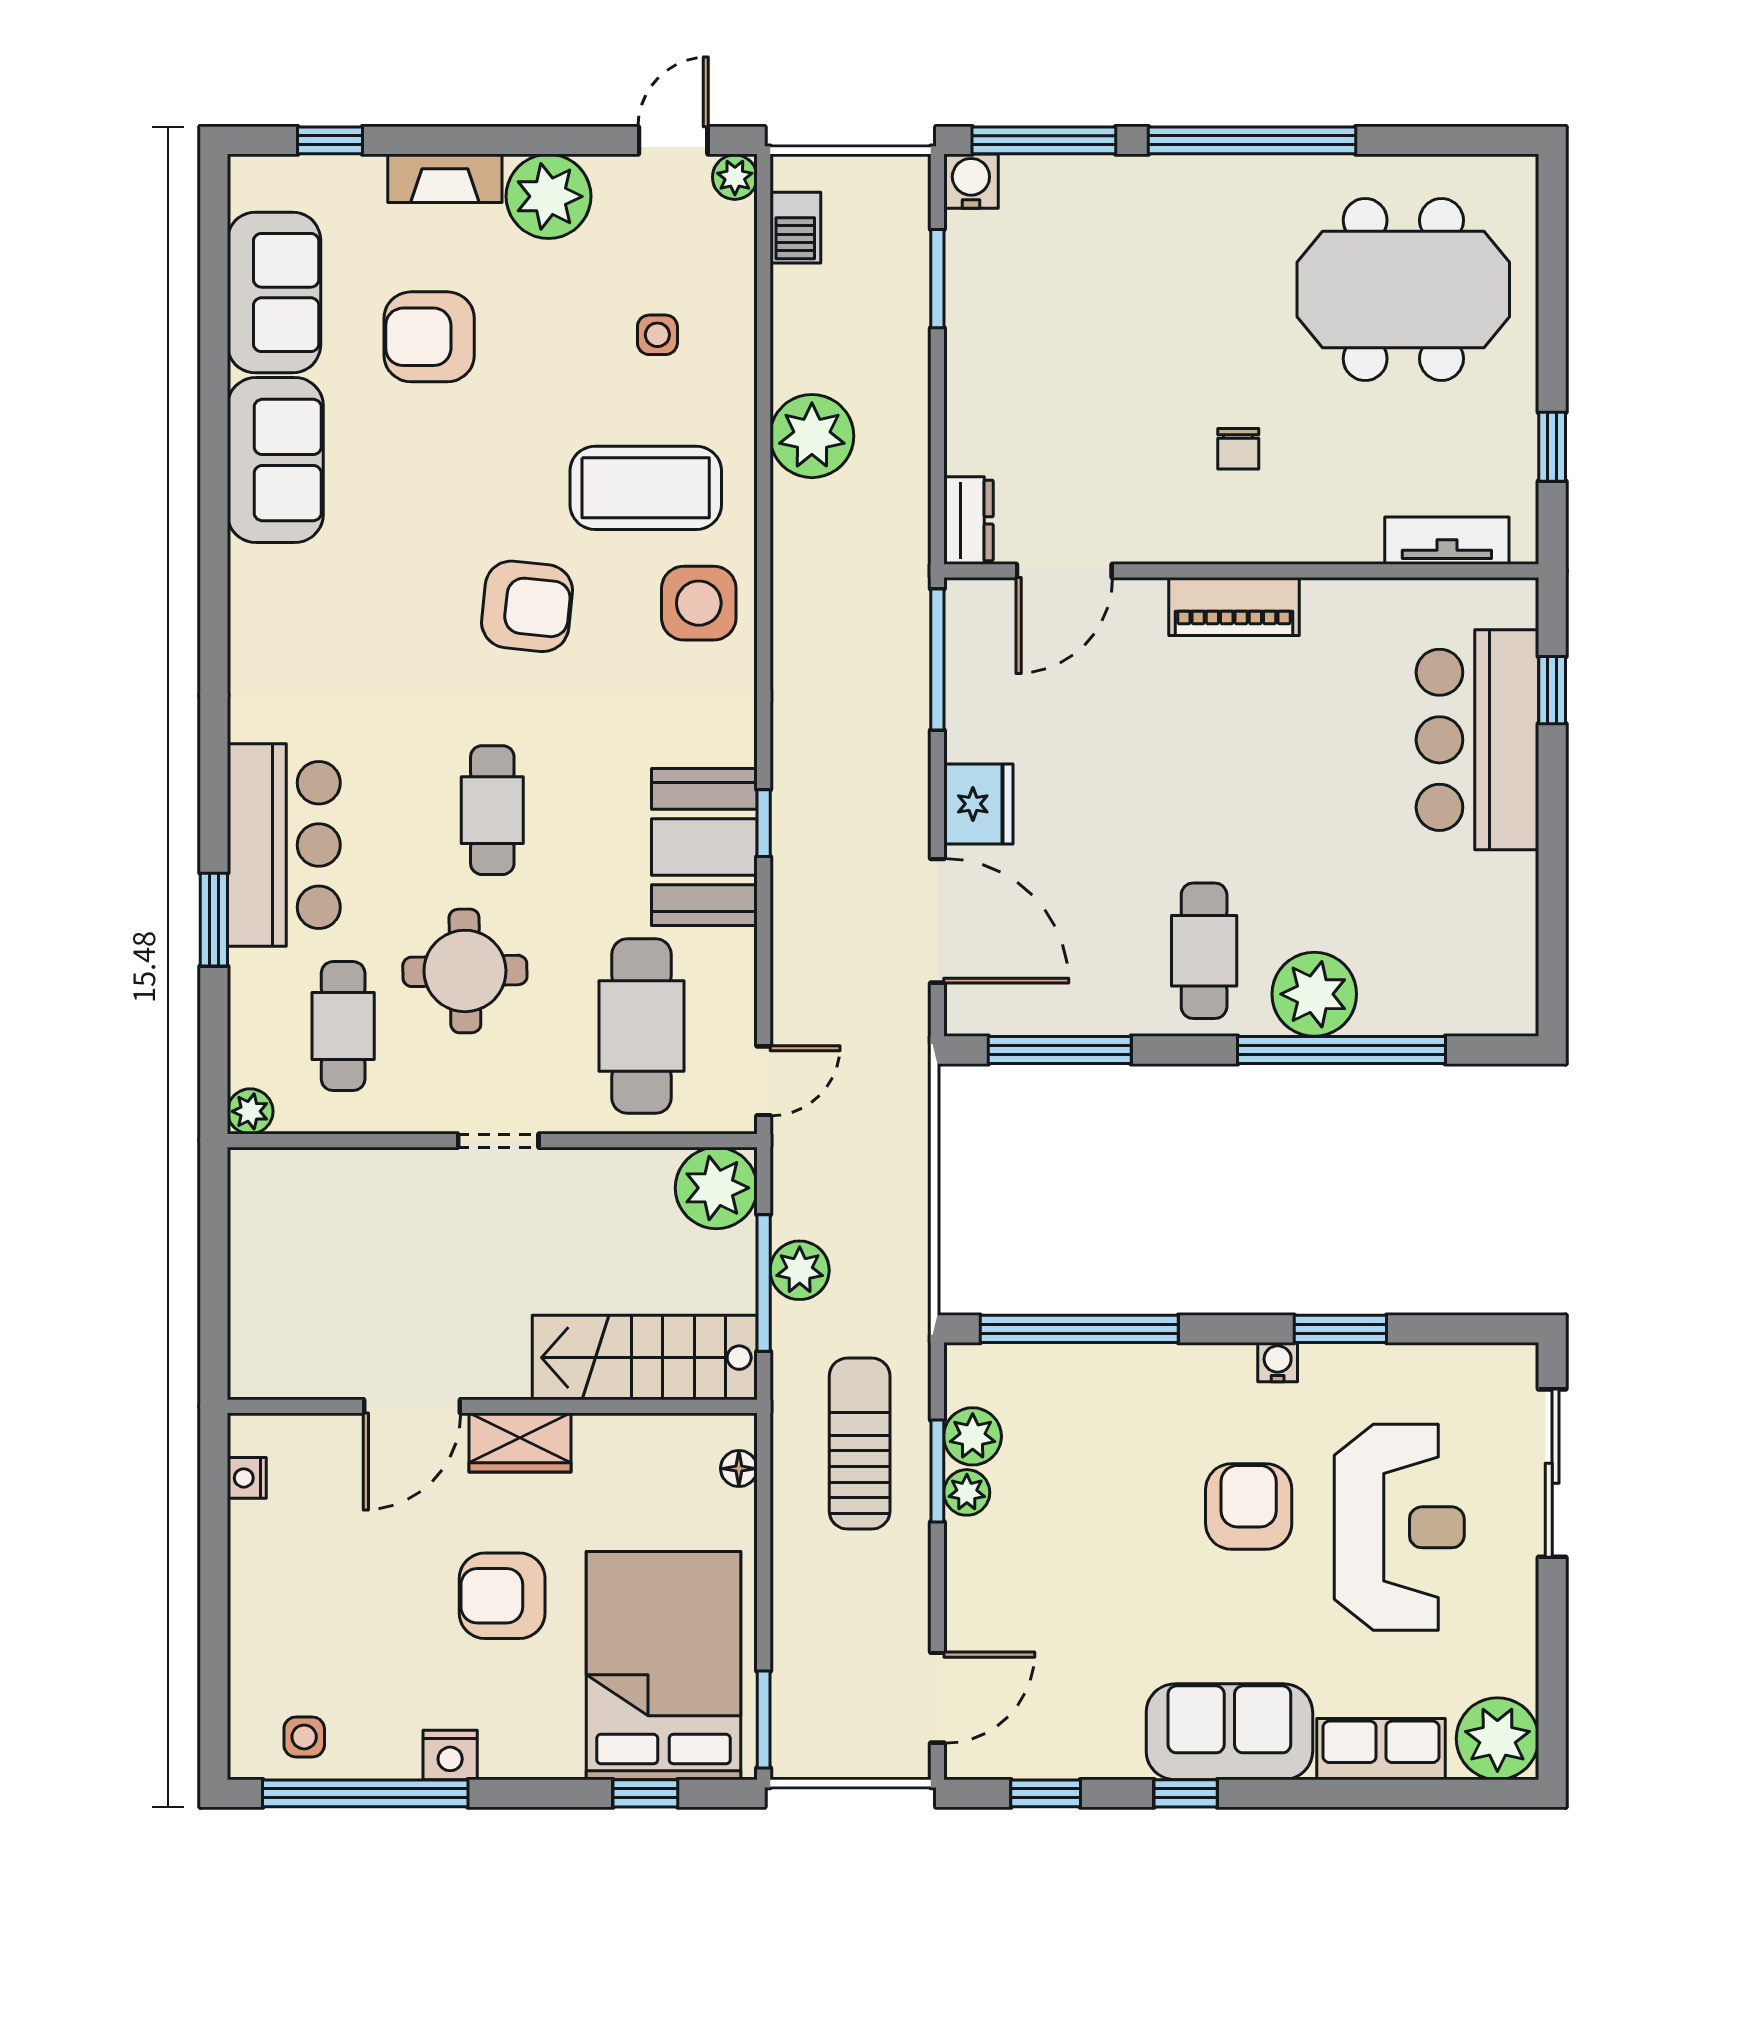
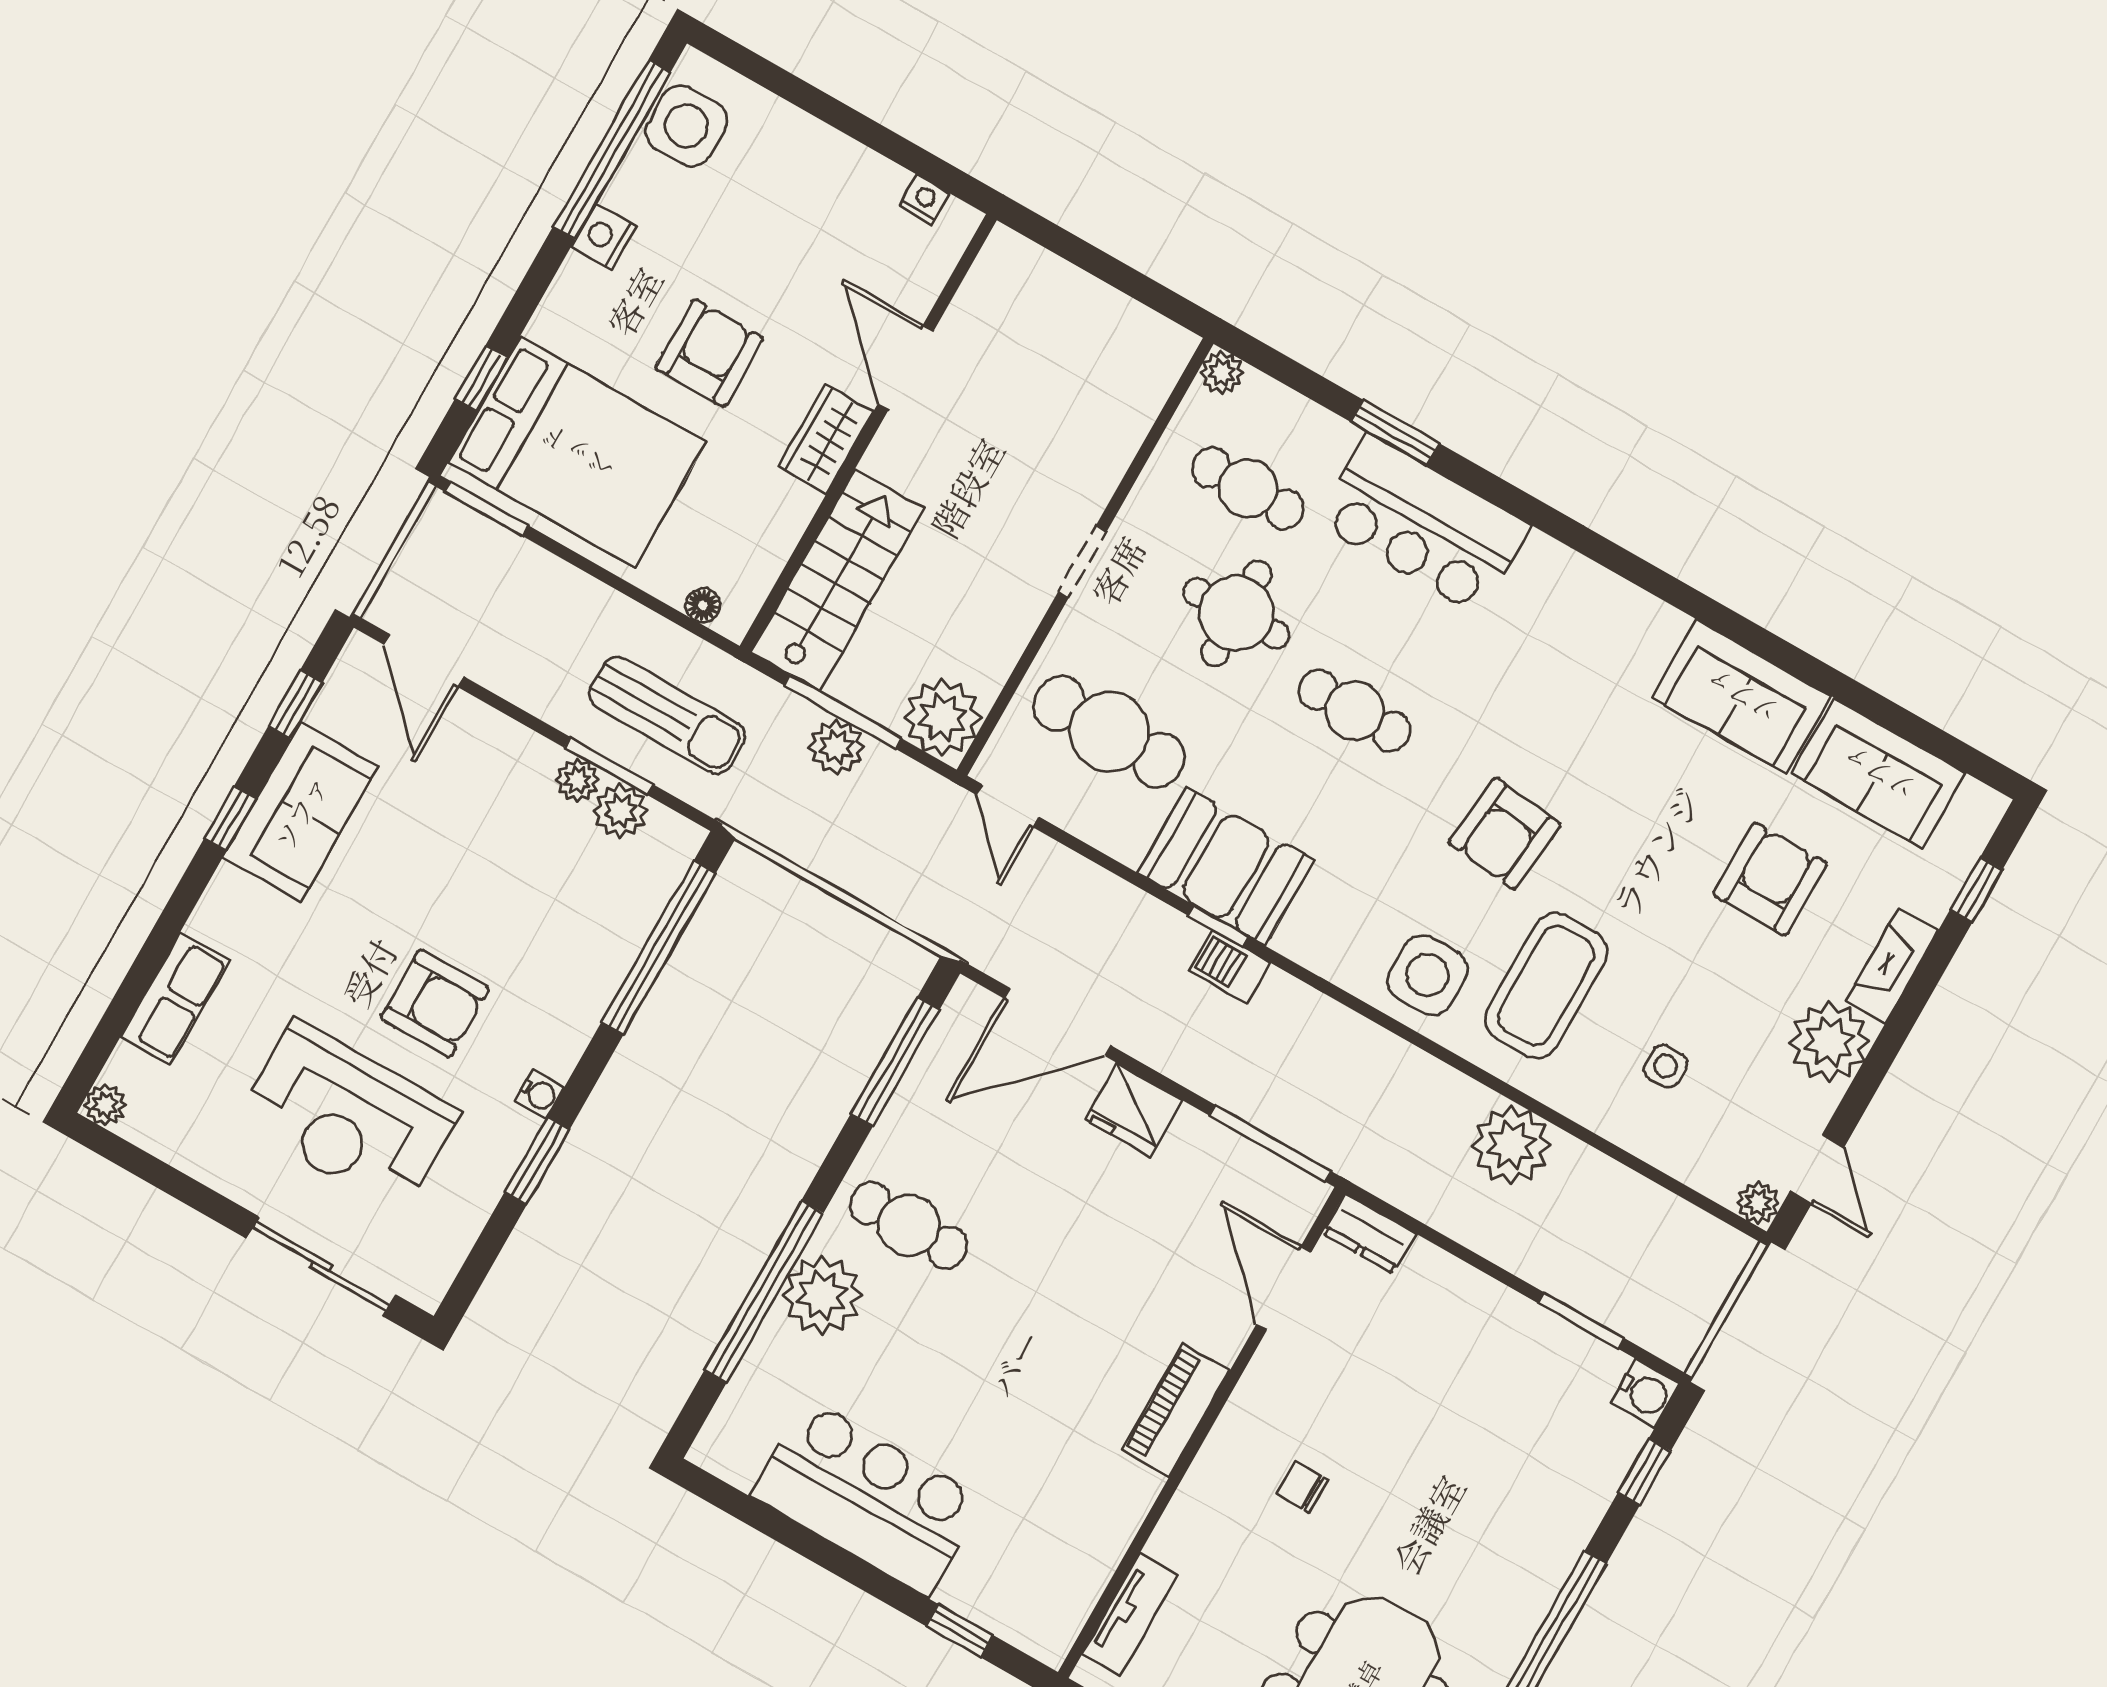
window: (1044, 140) -> (1644, 1472), width x0.46
barbecue: (795, 228) -> (1229, 967), moved
bar counter: (1477, 740) -> (867, 1497), moved
sofa: (1229, 1732) -> (301, 812), moved
side table: (304, 1737) -> (686, 126), width x1.87, depth x1.87
plant: (1497, 1739) -> (105, 1105), width x0.53, depth x0.53

